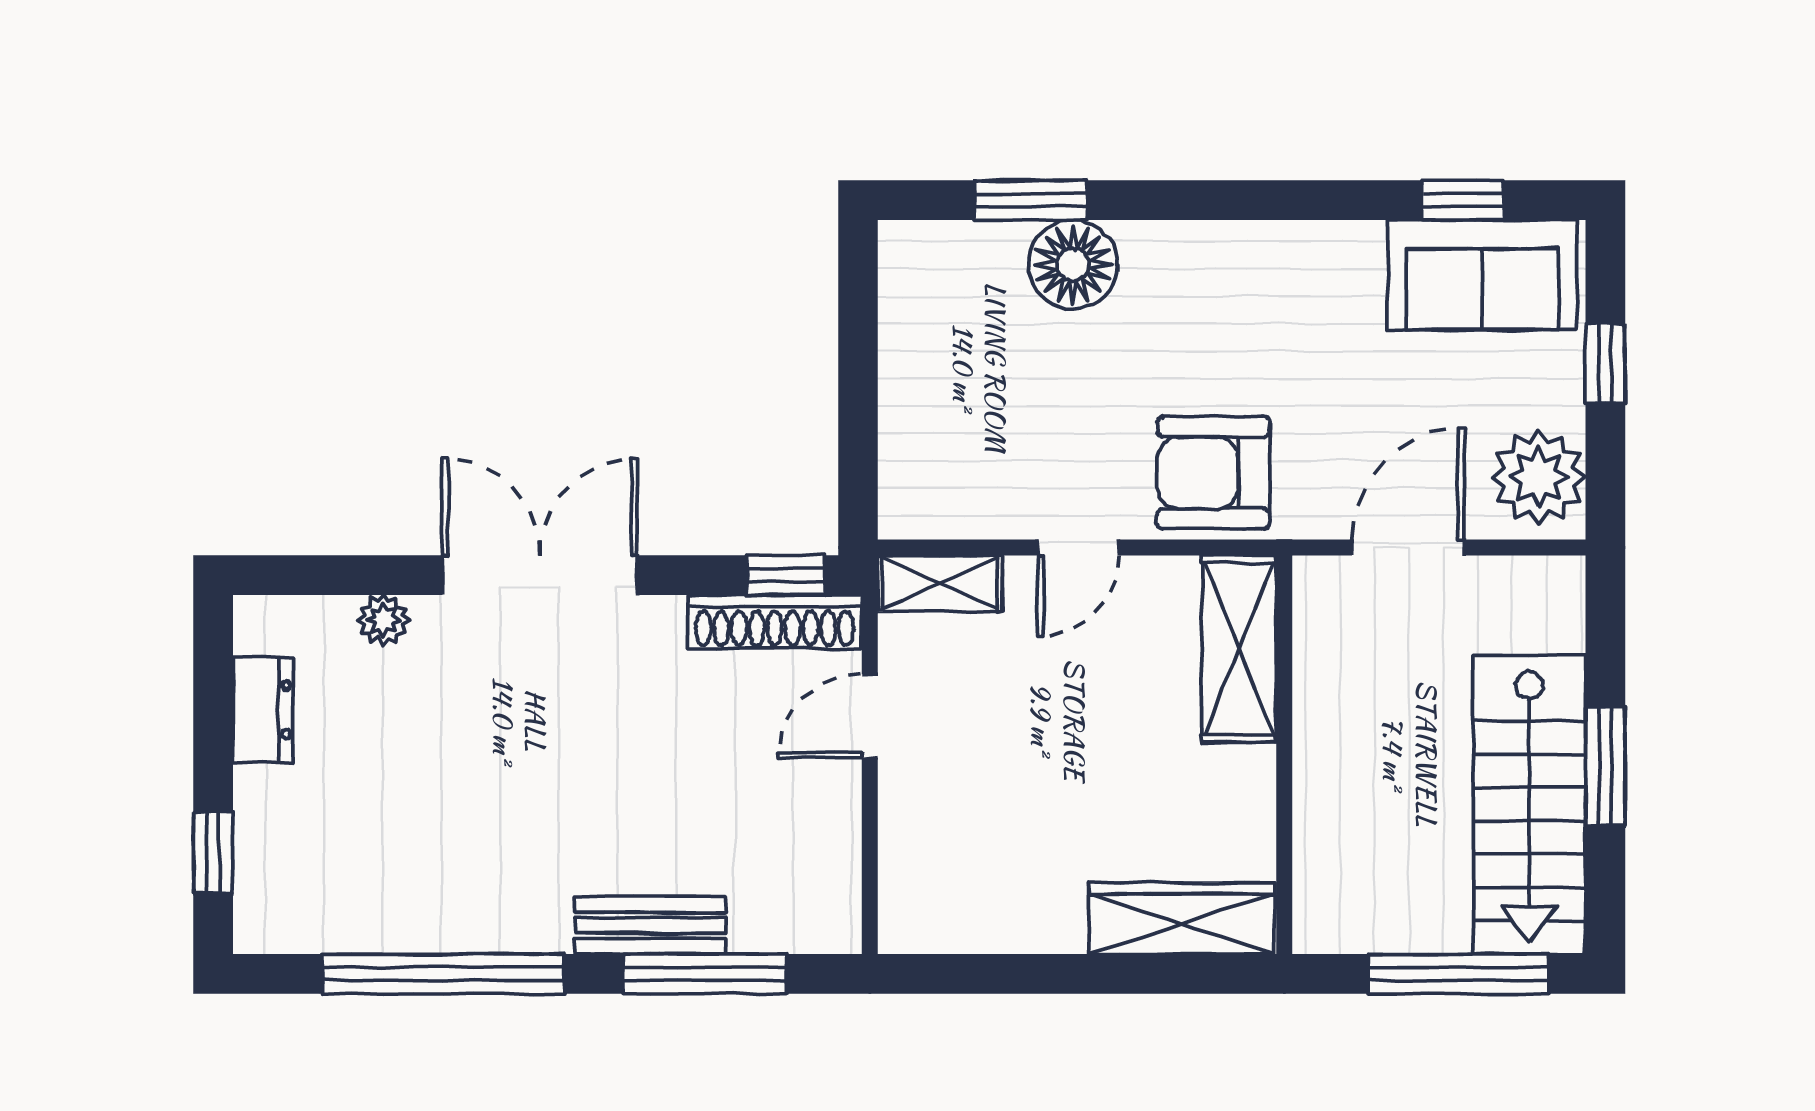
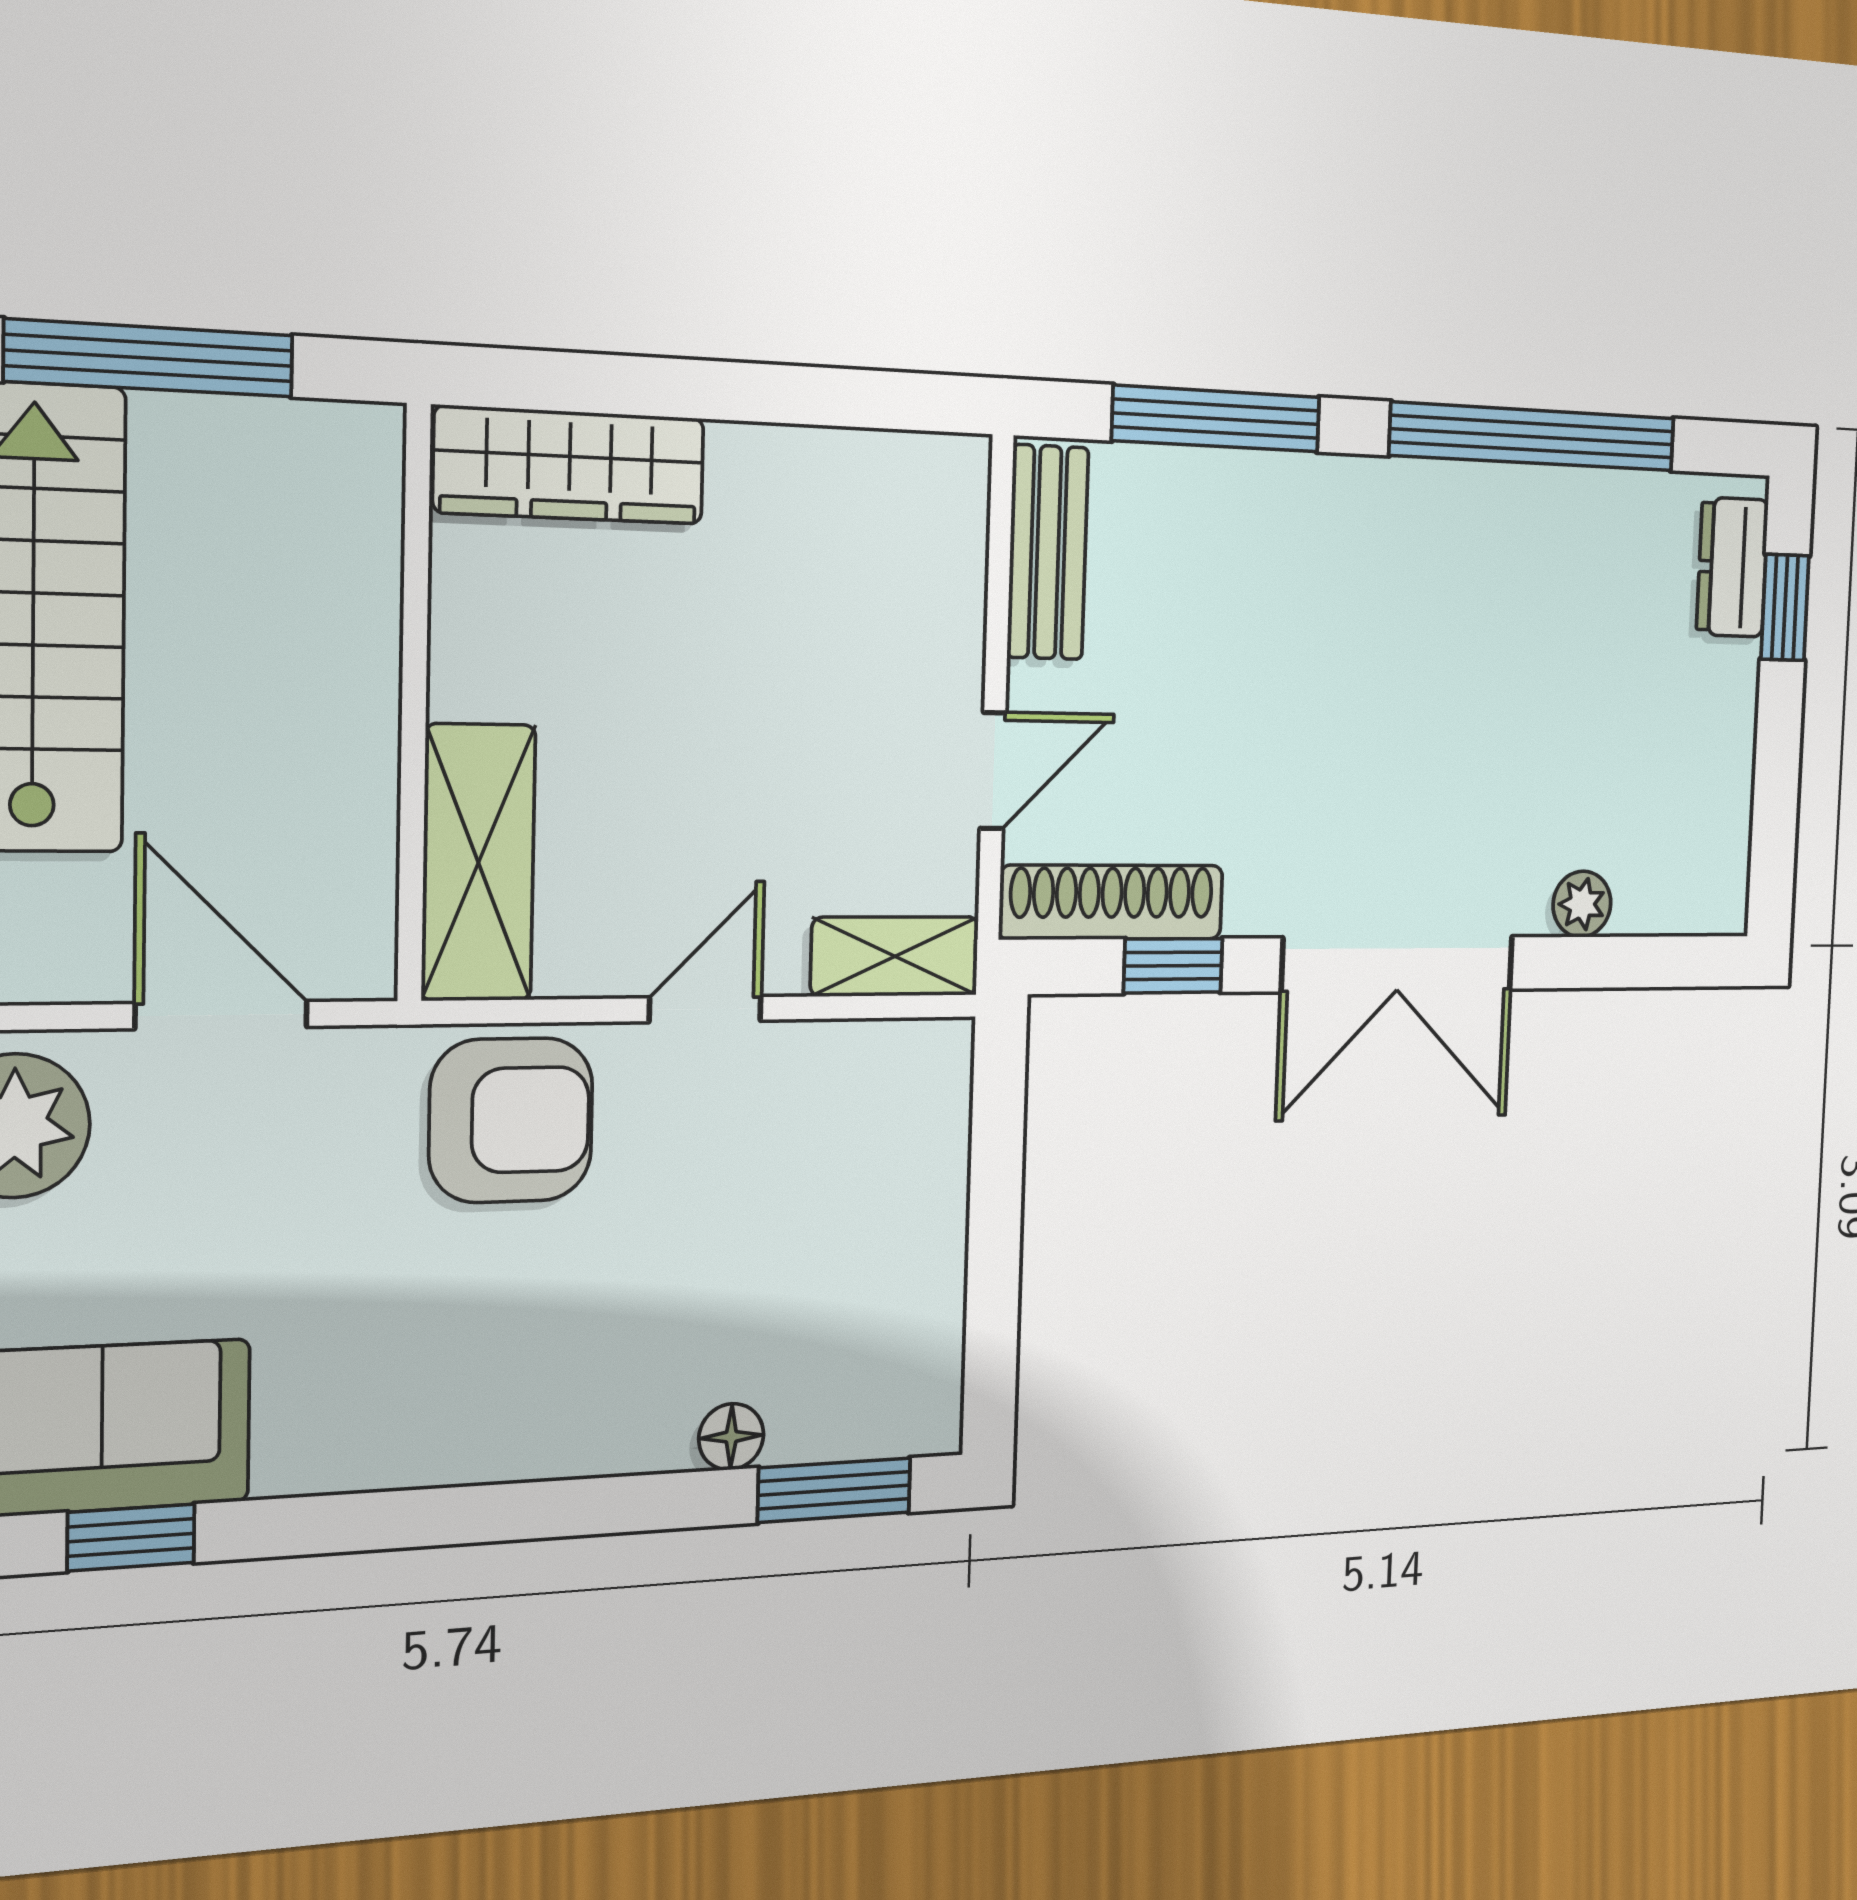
window: (1031, 200) -> (834, 1490), moved
floor lamp: (1073, 265) -> (731, 1437), width x0.53, depth x0.53
door: (1408, 548) -> (222, 1015), swing flipped
window: (786, 575) -> (1173, 966), moved
dresser: (263, 710) -> (1732, 567), moved
bench: (650, 925) -> (1048, 552), moved, turned 90

